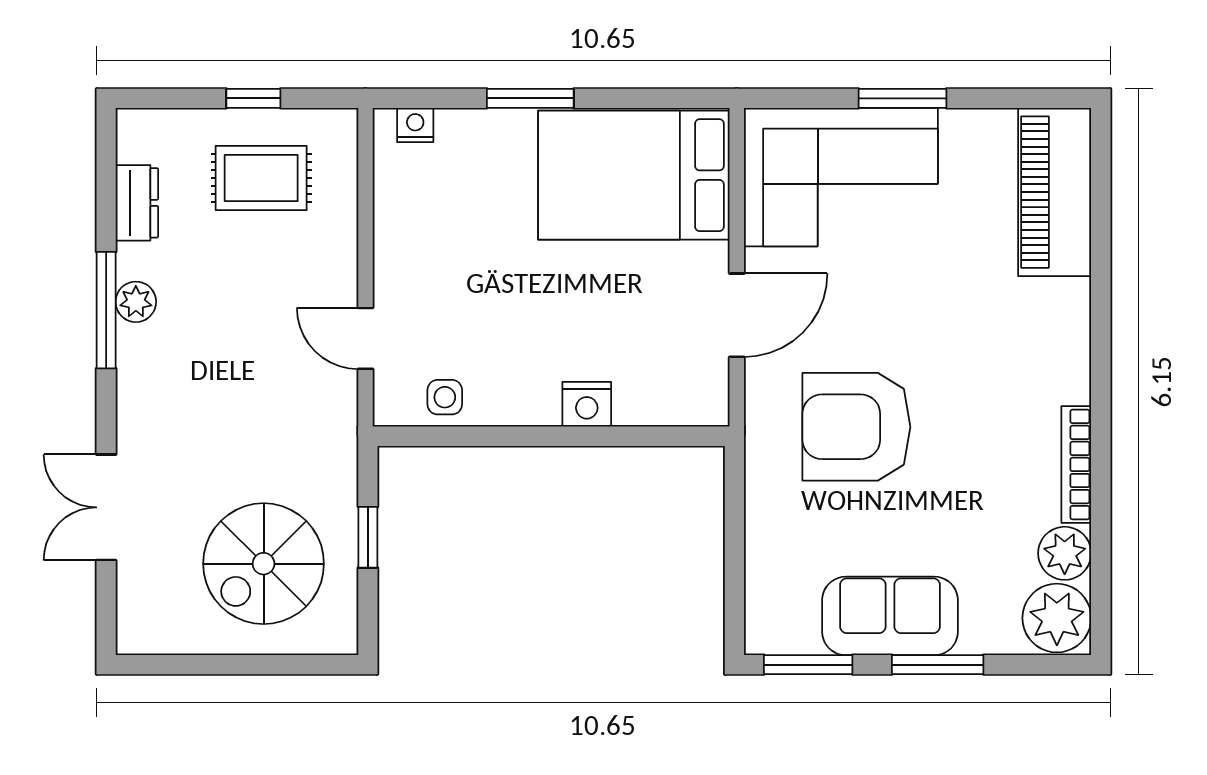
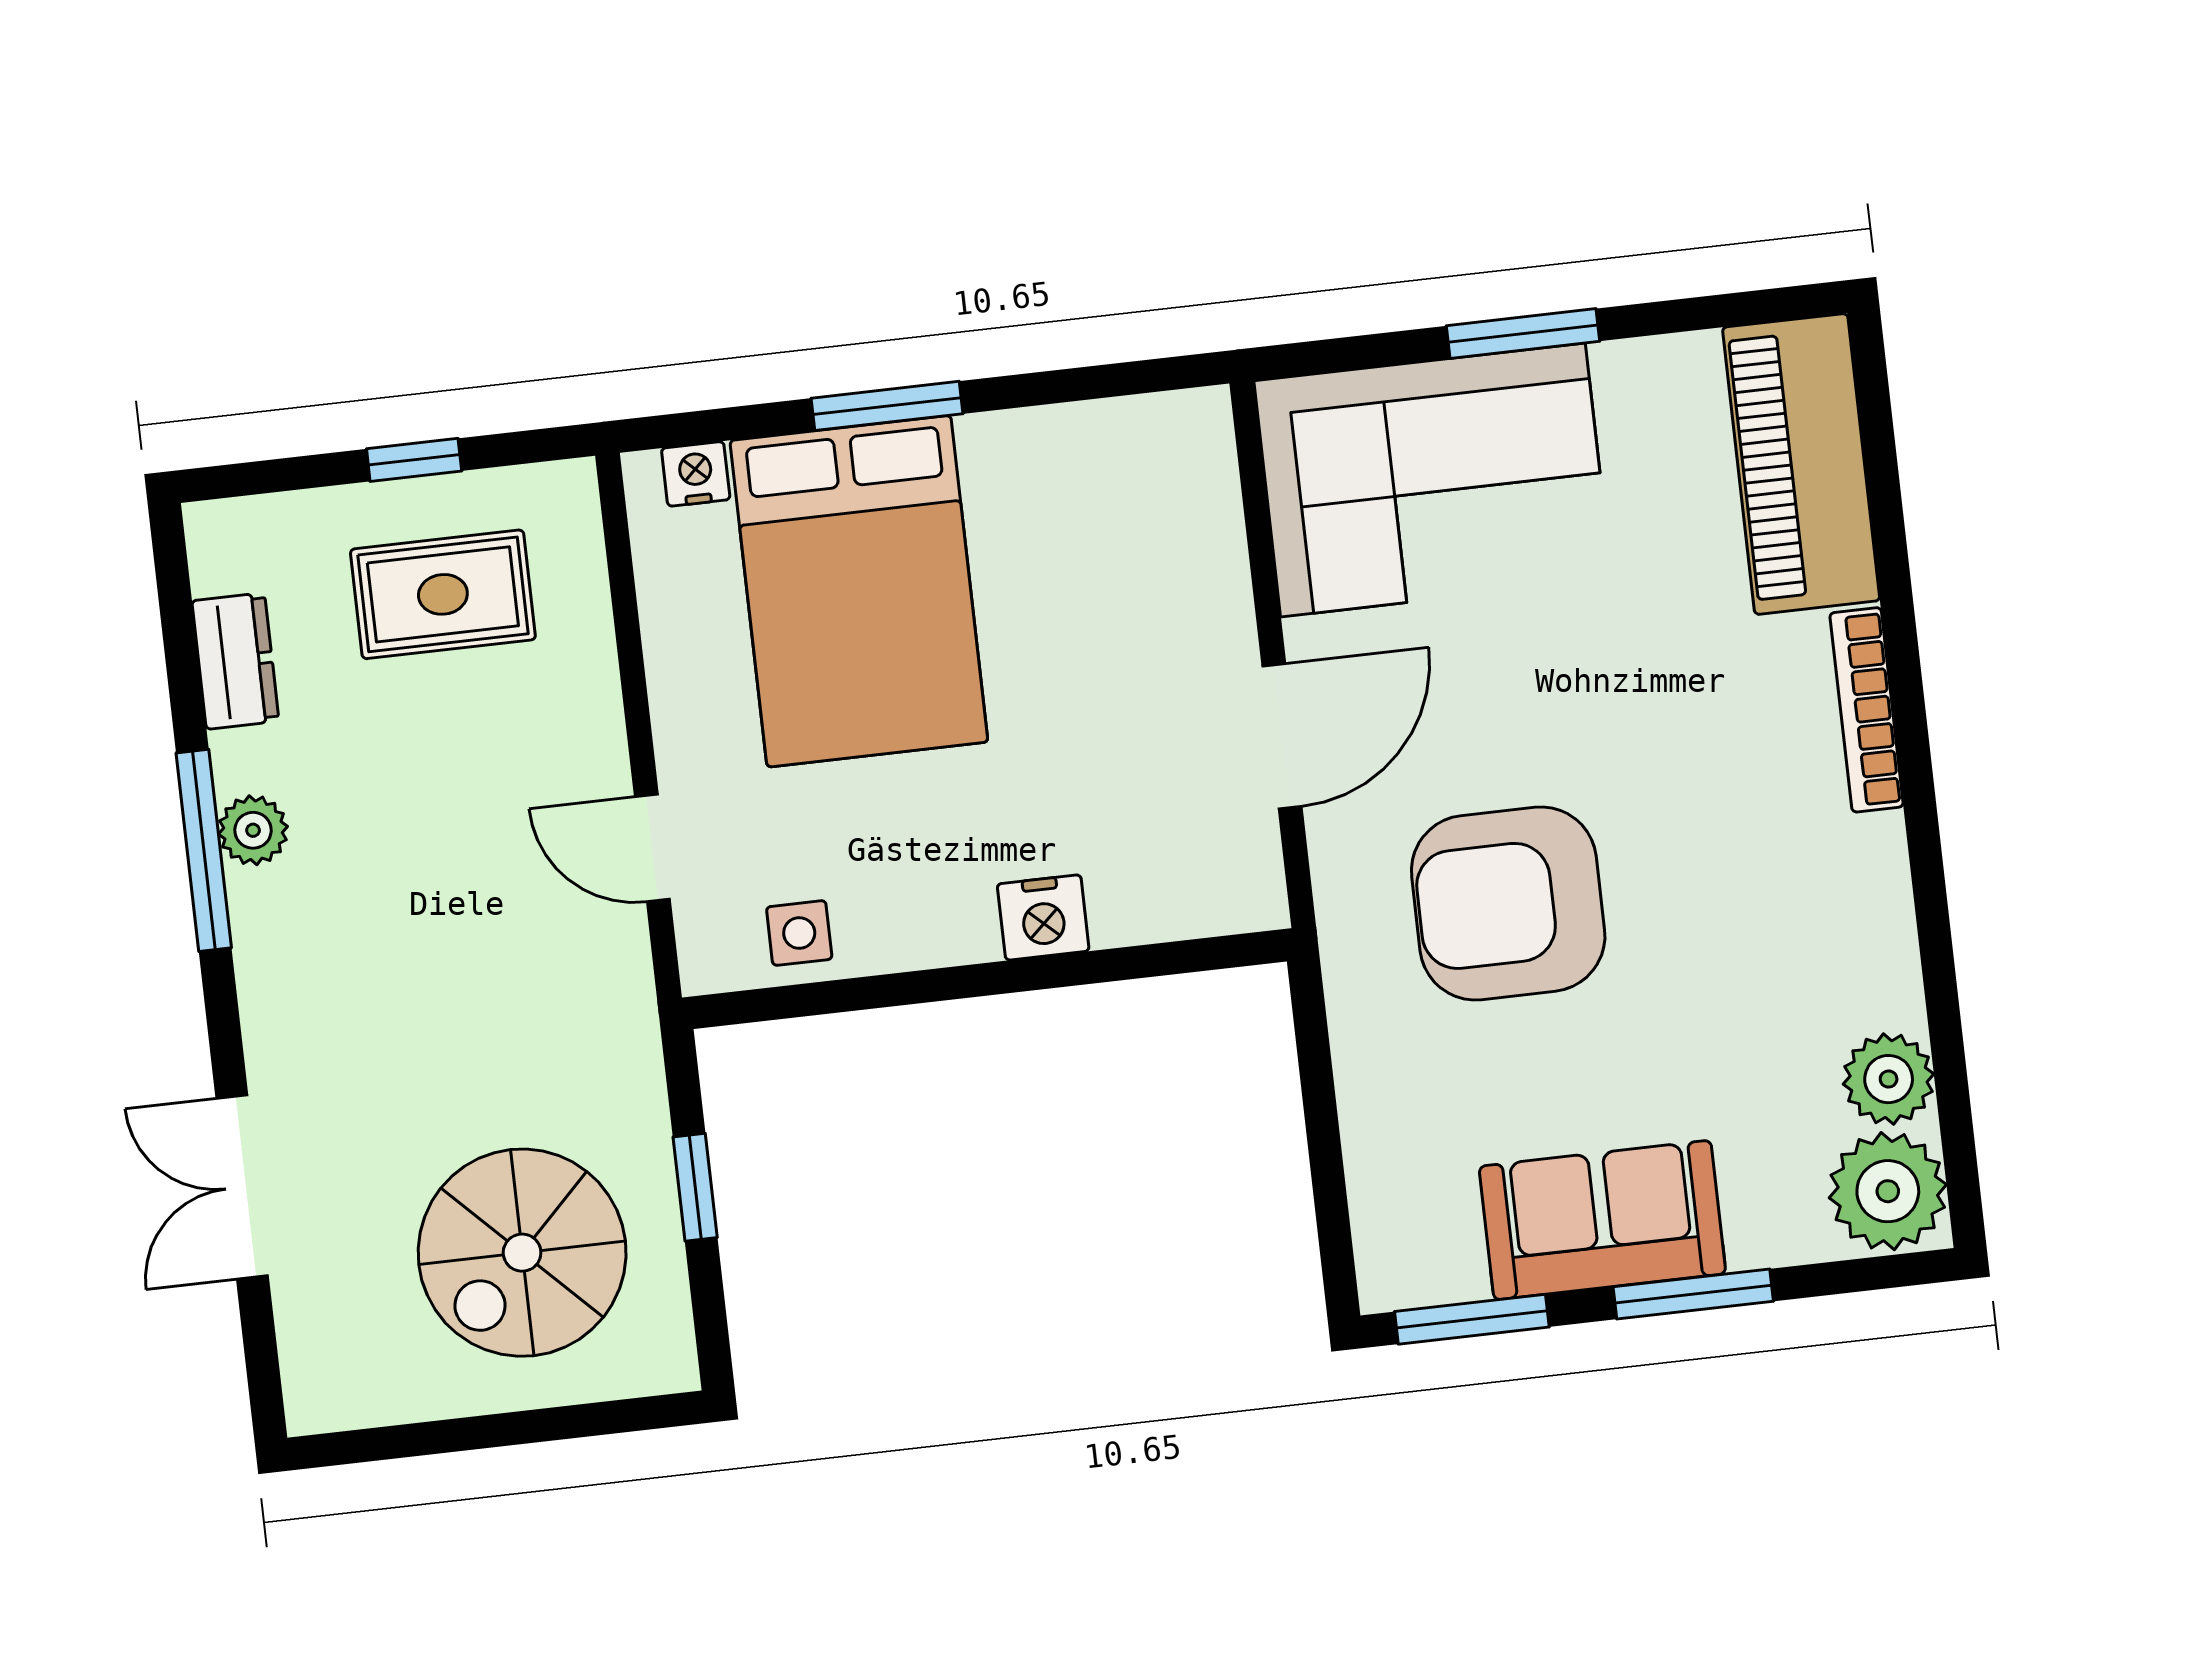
bed: (634, 175) -> (859, 591), moved, turned -90
bookcase: (1076, 464) -> (1867, 710), moved

